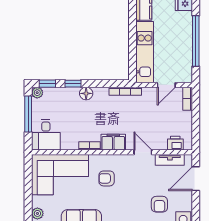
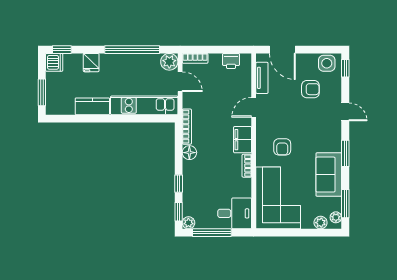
plant: (184, 75) -> (169, 62), added
floor lamp: (86, 93) -> (189, 153), moved
printer: (175, 143) -> (231, 61), moved, turned -90

